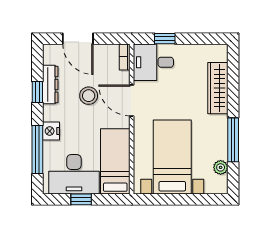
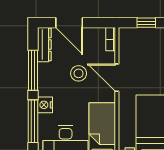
desk: (153, 62) -> (136, 44), removed
dresser: (50, 84) -> (44, 45), moved
window: (37, 92) -> (33, 70), width x2.17

